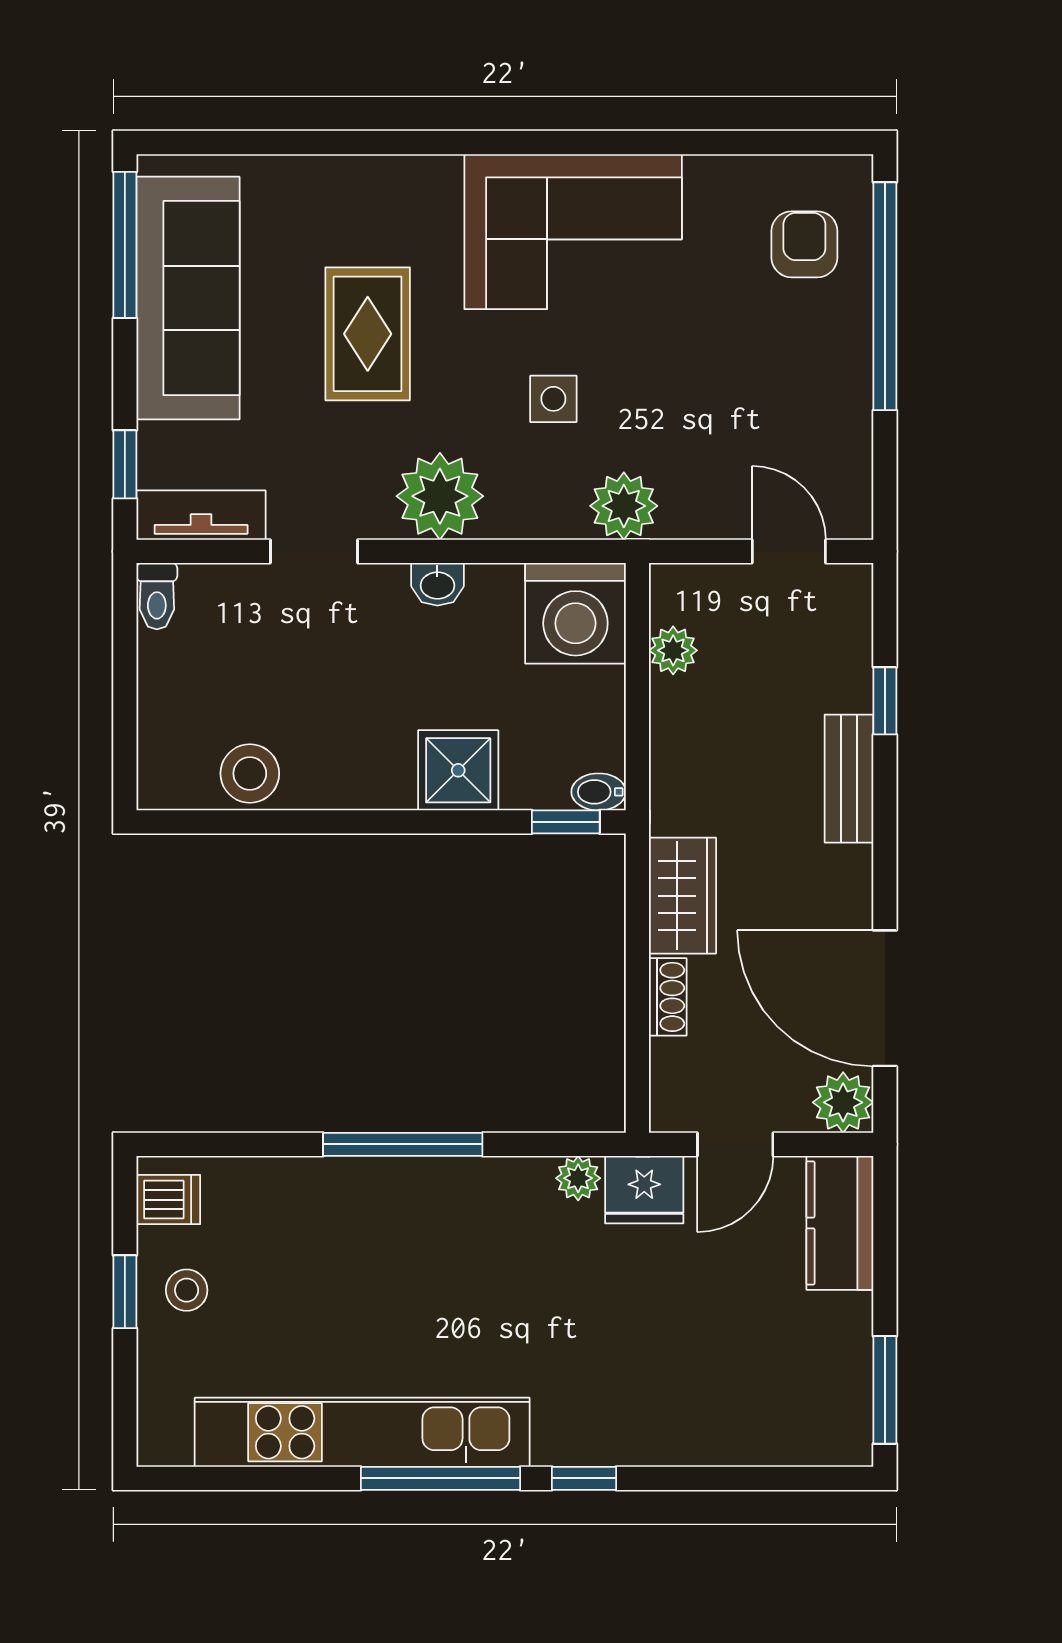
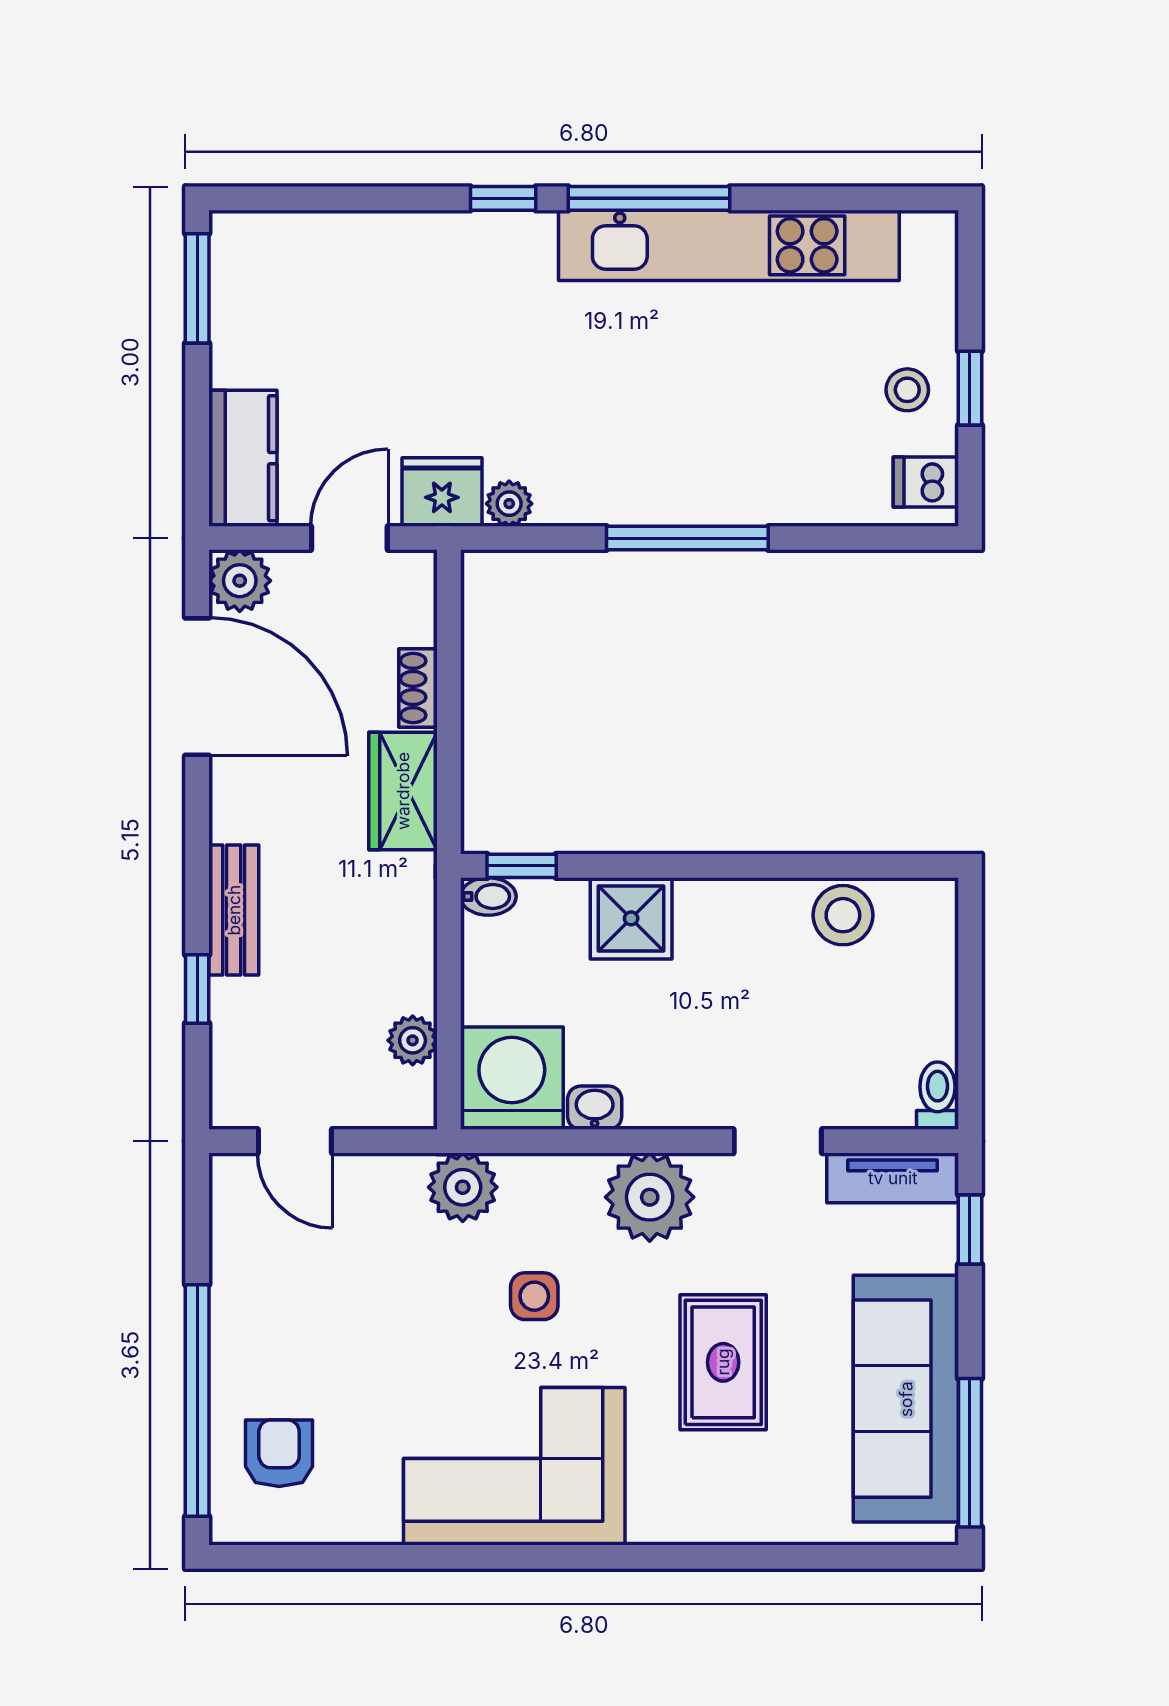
armchair: (804, 244) -> (279, 1453), turned 180
washbasin: (437, 584) -> (595, 1108), moved

